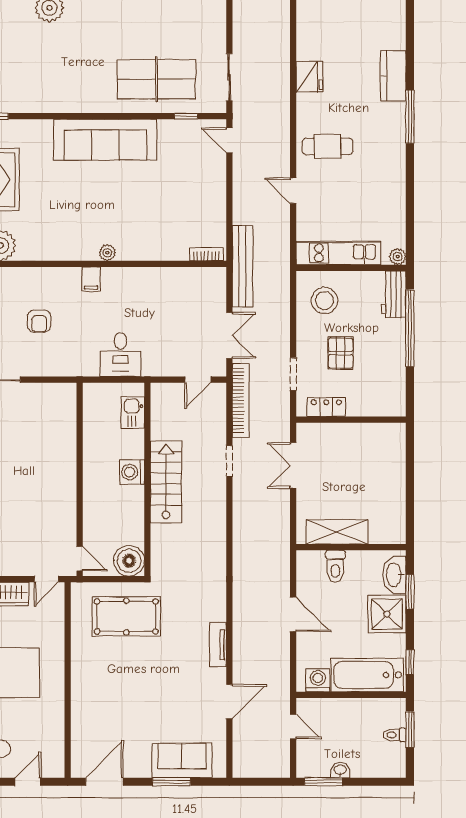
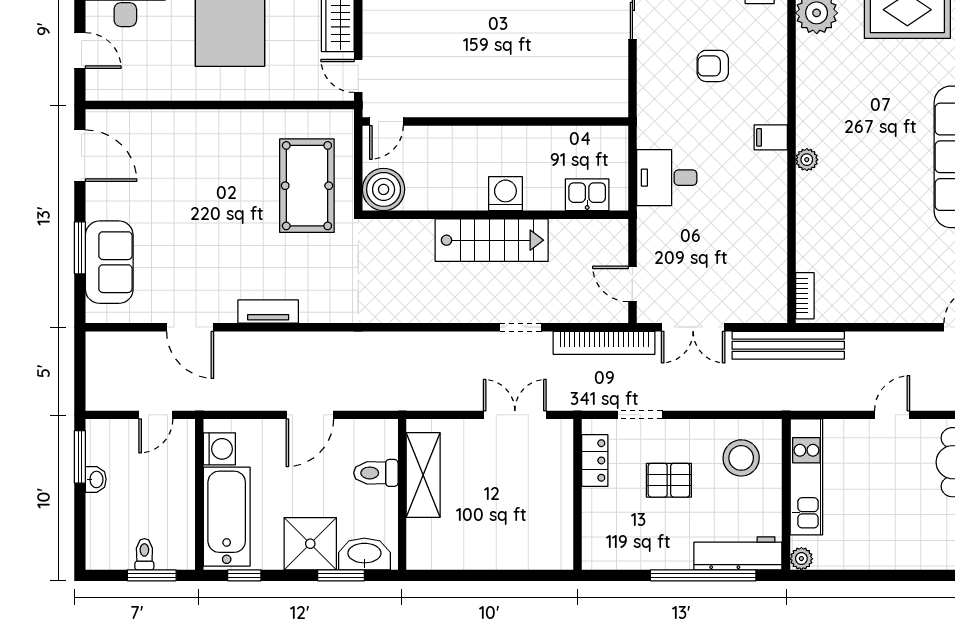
workbench: (394, 294) -> (738, 553), width x1.38

